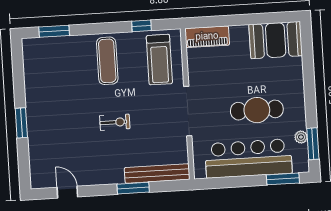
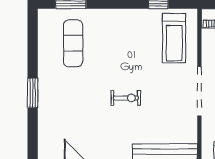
exercise mat: (107, 61) -> (73, 43), moved

